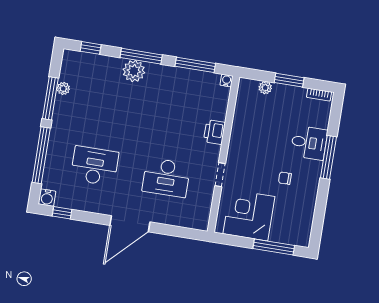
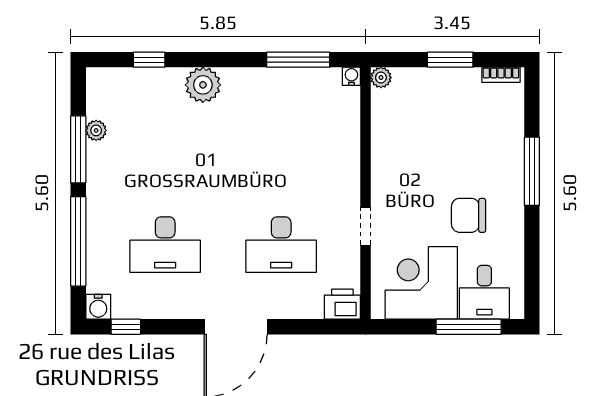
window: (91, 48) -> (149, 60), moved
window: (141, 56) -> (211, 60), removed
plant: (265, 88) -> (381, 78), moved
printer: (214, 132) -> (342, 304), moved, turned 90
desk: (309, 143) -> (484, 292), moved, turned 90
desk: (95, 166) -> (165, 245), turned 180
chair: (285, 178) -> (469, 215), width x1.87, depth x1.87

